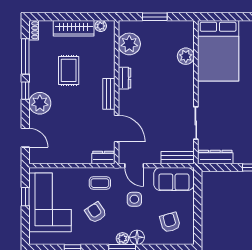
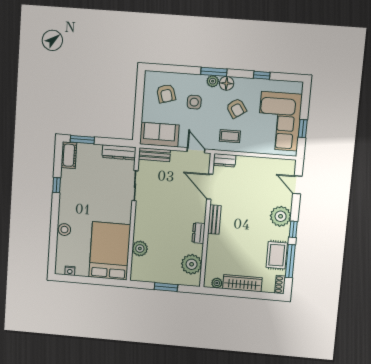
rug: (69, 70) -> (277, 255), moved
side table: (134, 199) -> (194, 102), moved
floor lamp: (137, 237) -> (227, 83), moved

